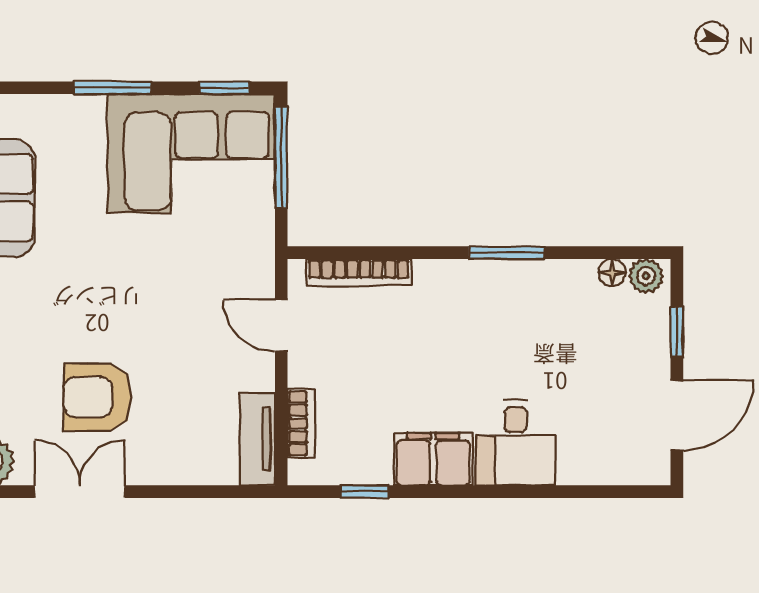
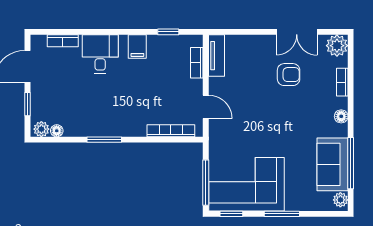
armchair: (98, 397) -> (289, 75), width x0.72, depth x0.72
filing cabinet: (433, 459) -> (137, 47), width x0.50
bookcase: (599, 472) -> (63, 41), added

